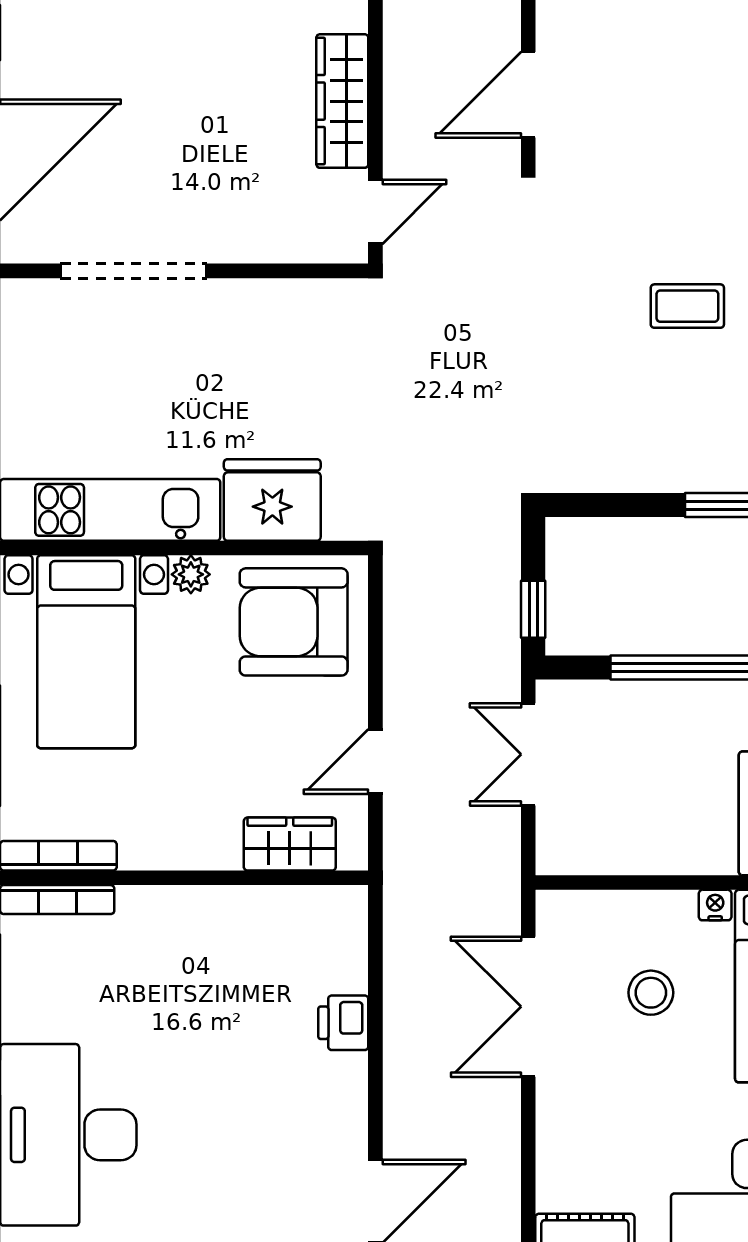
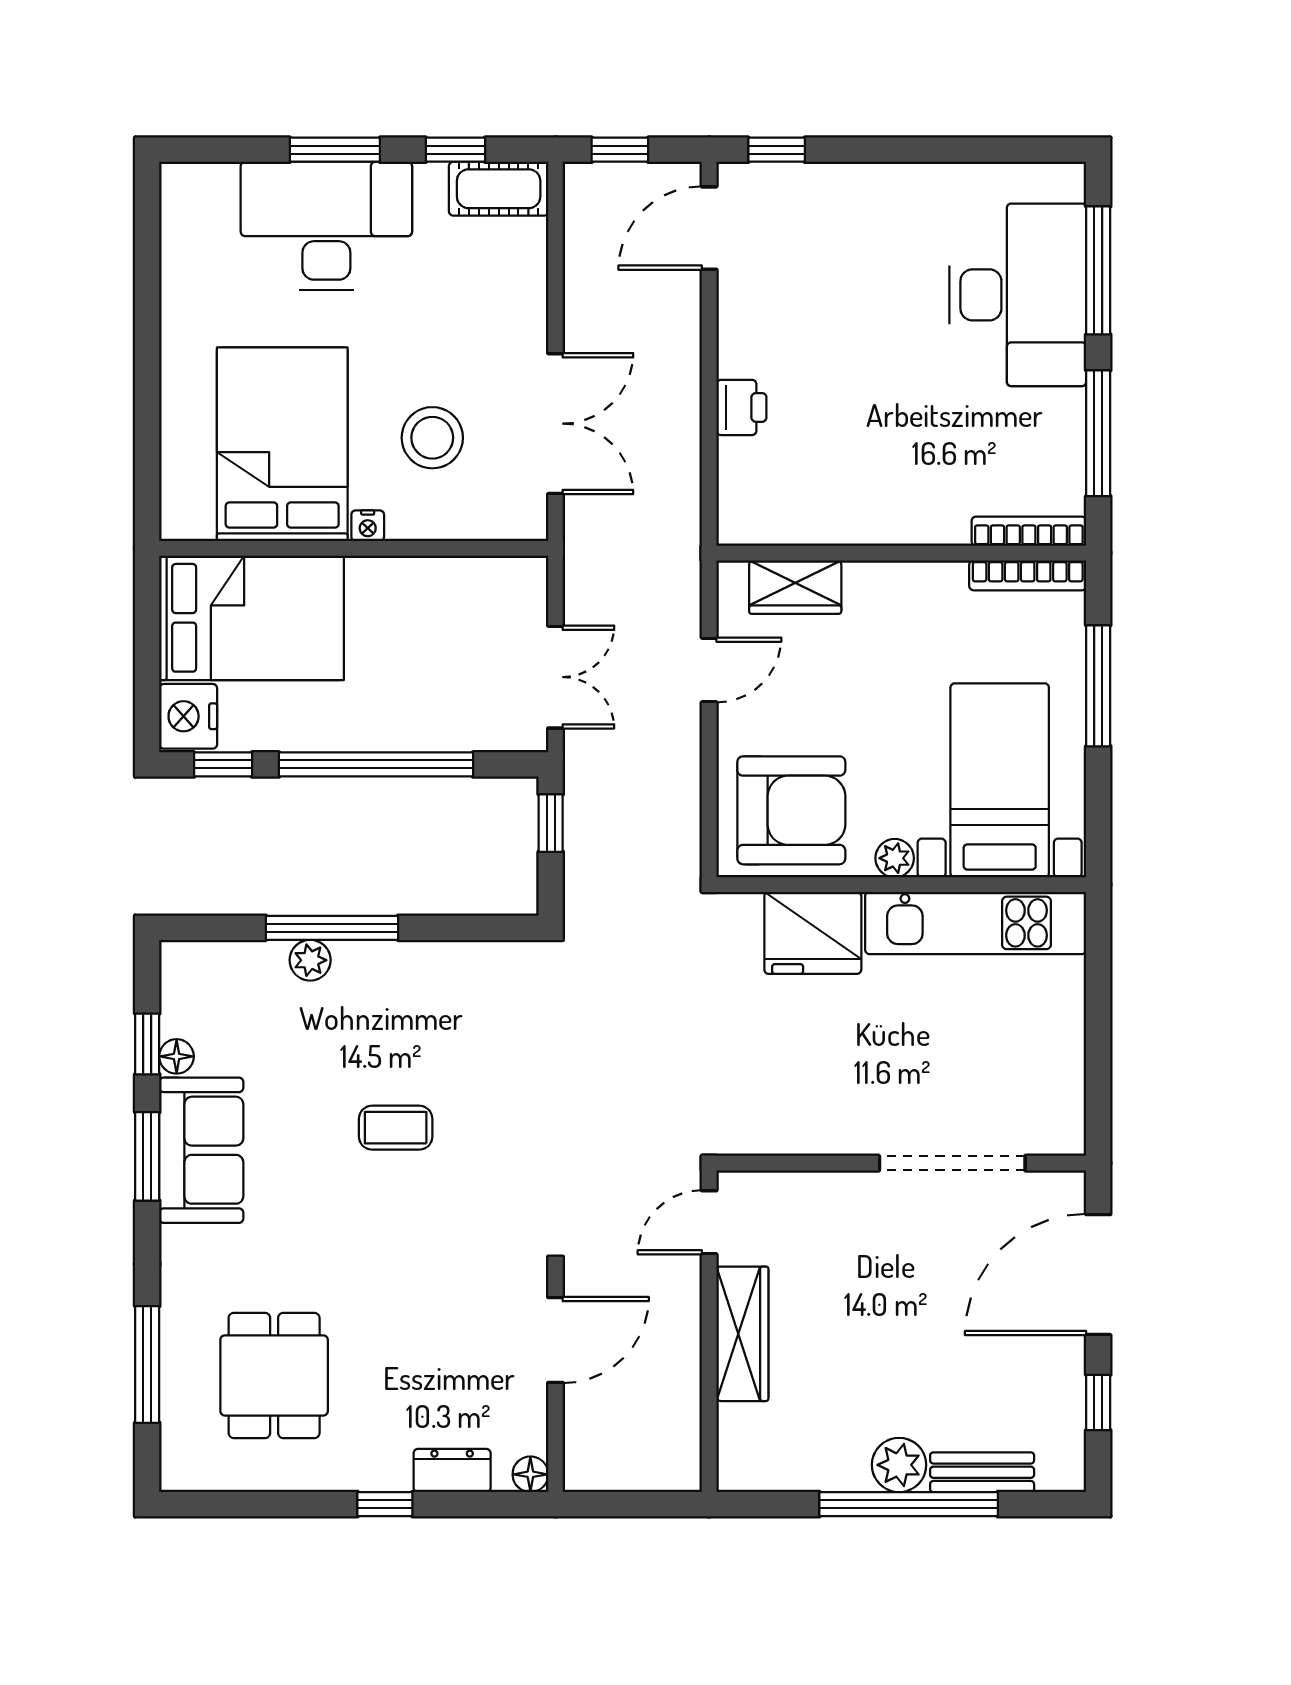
stool: (651, 993) -> (432, 438), width x1.38, depth x1.38

